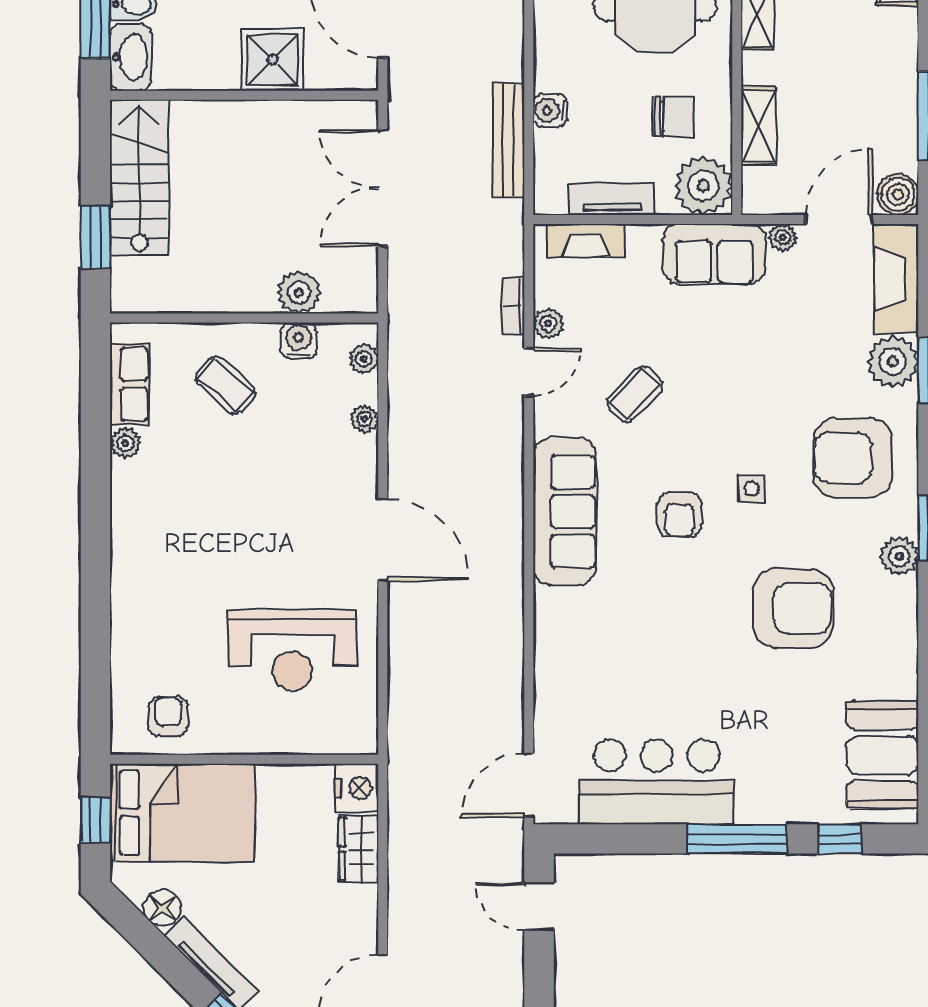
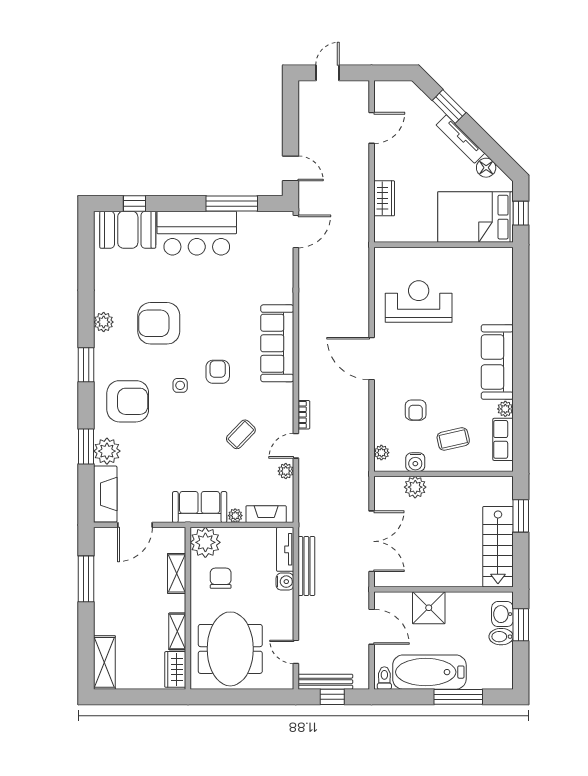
washbasin: (131, 57) -> (502, 614), width x0.72
chair: (674, 117) -> (221, 578), turned 90
boiler: (898, 194) -> (104, 538), removed
tv unit: (612, 199) -> (285, 549), moved, turned 90
plant: (783, 237) -> (235, 516), moved
bookcase: (513, 306) -> (304, 415), moved
coffee table: (226, 385) -> (453, 439), turned -55
plant: (365, 419) -> (381, 421), removed
sofa: (565, 511) -> (277, 343), moved
sofa: (141, 533) -> (497, 362), added
plant: (899, 556) -> (104, 322), moved
armchair: (168, 716) -> (416, 410), moved
booth: (882, 755) -> (128, 230), moved, turned 90
bar counter: (657, 782) -> (197, 233), moved
nightstand: (357, 788) -> (385, 230), removed
window: (737, 839) -> (232, 203), moved

